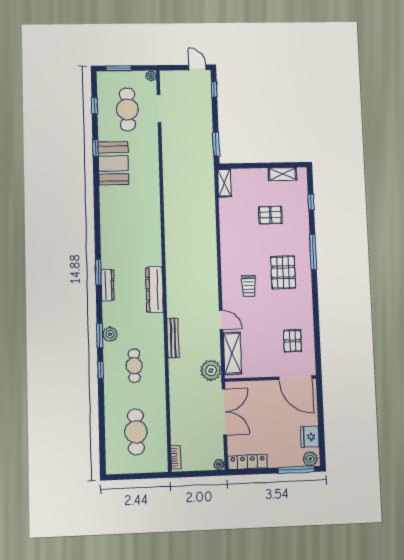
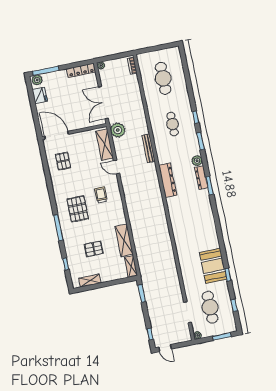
shelving: (228, 219) -> (124, 240), added
plant: (110, 334) -> (197, 161), moved

